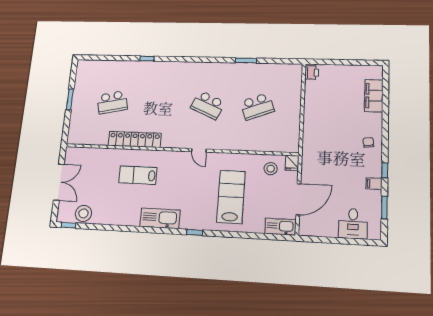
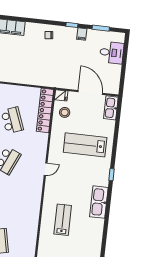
locker: (135, 139) -> (45, 110), moved
lab bench: (138, 175) -> (63, 220), turned 180

